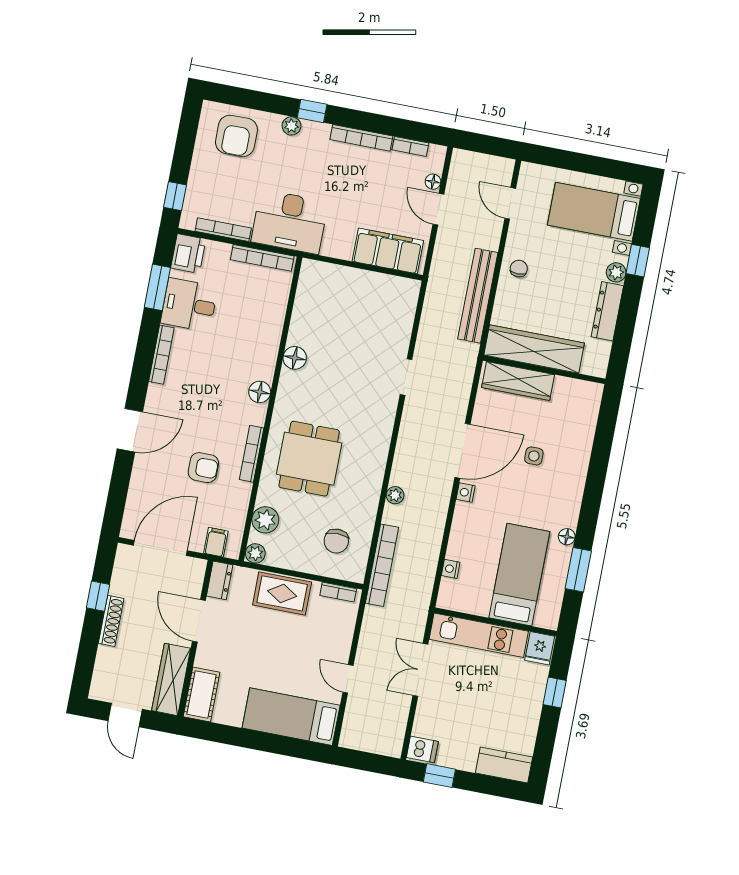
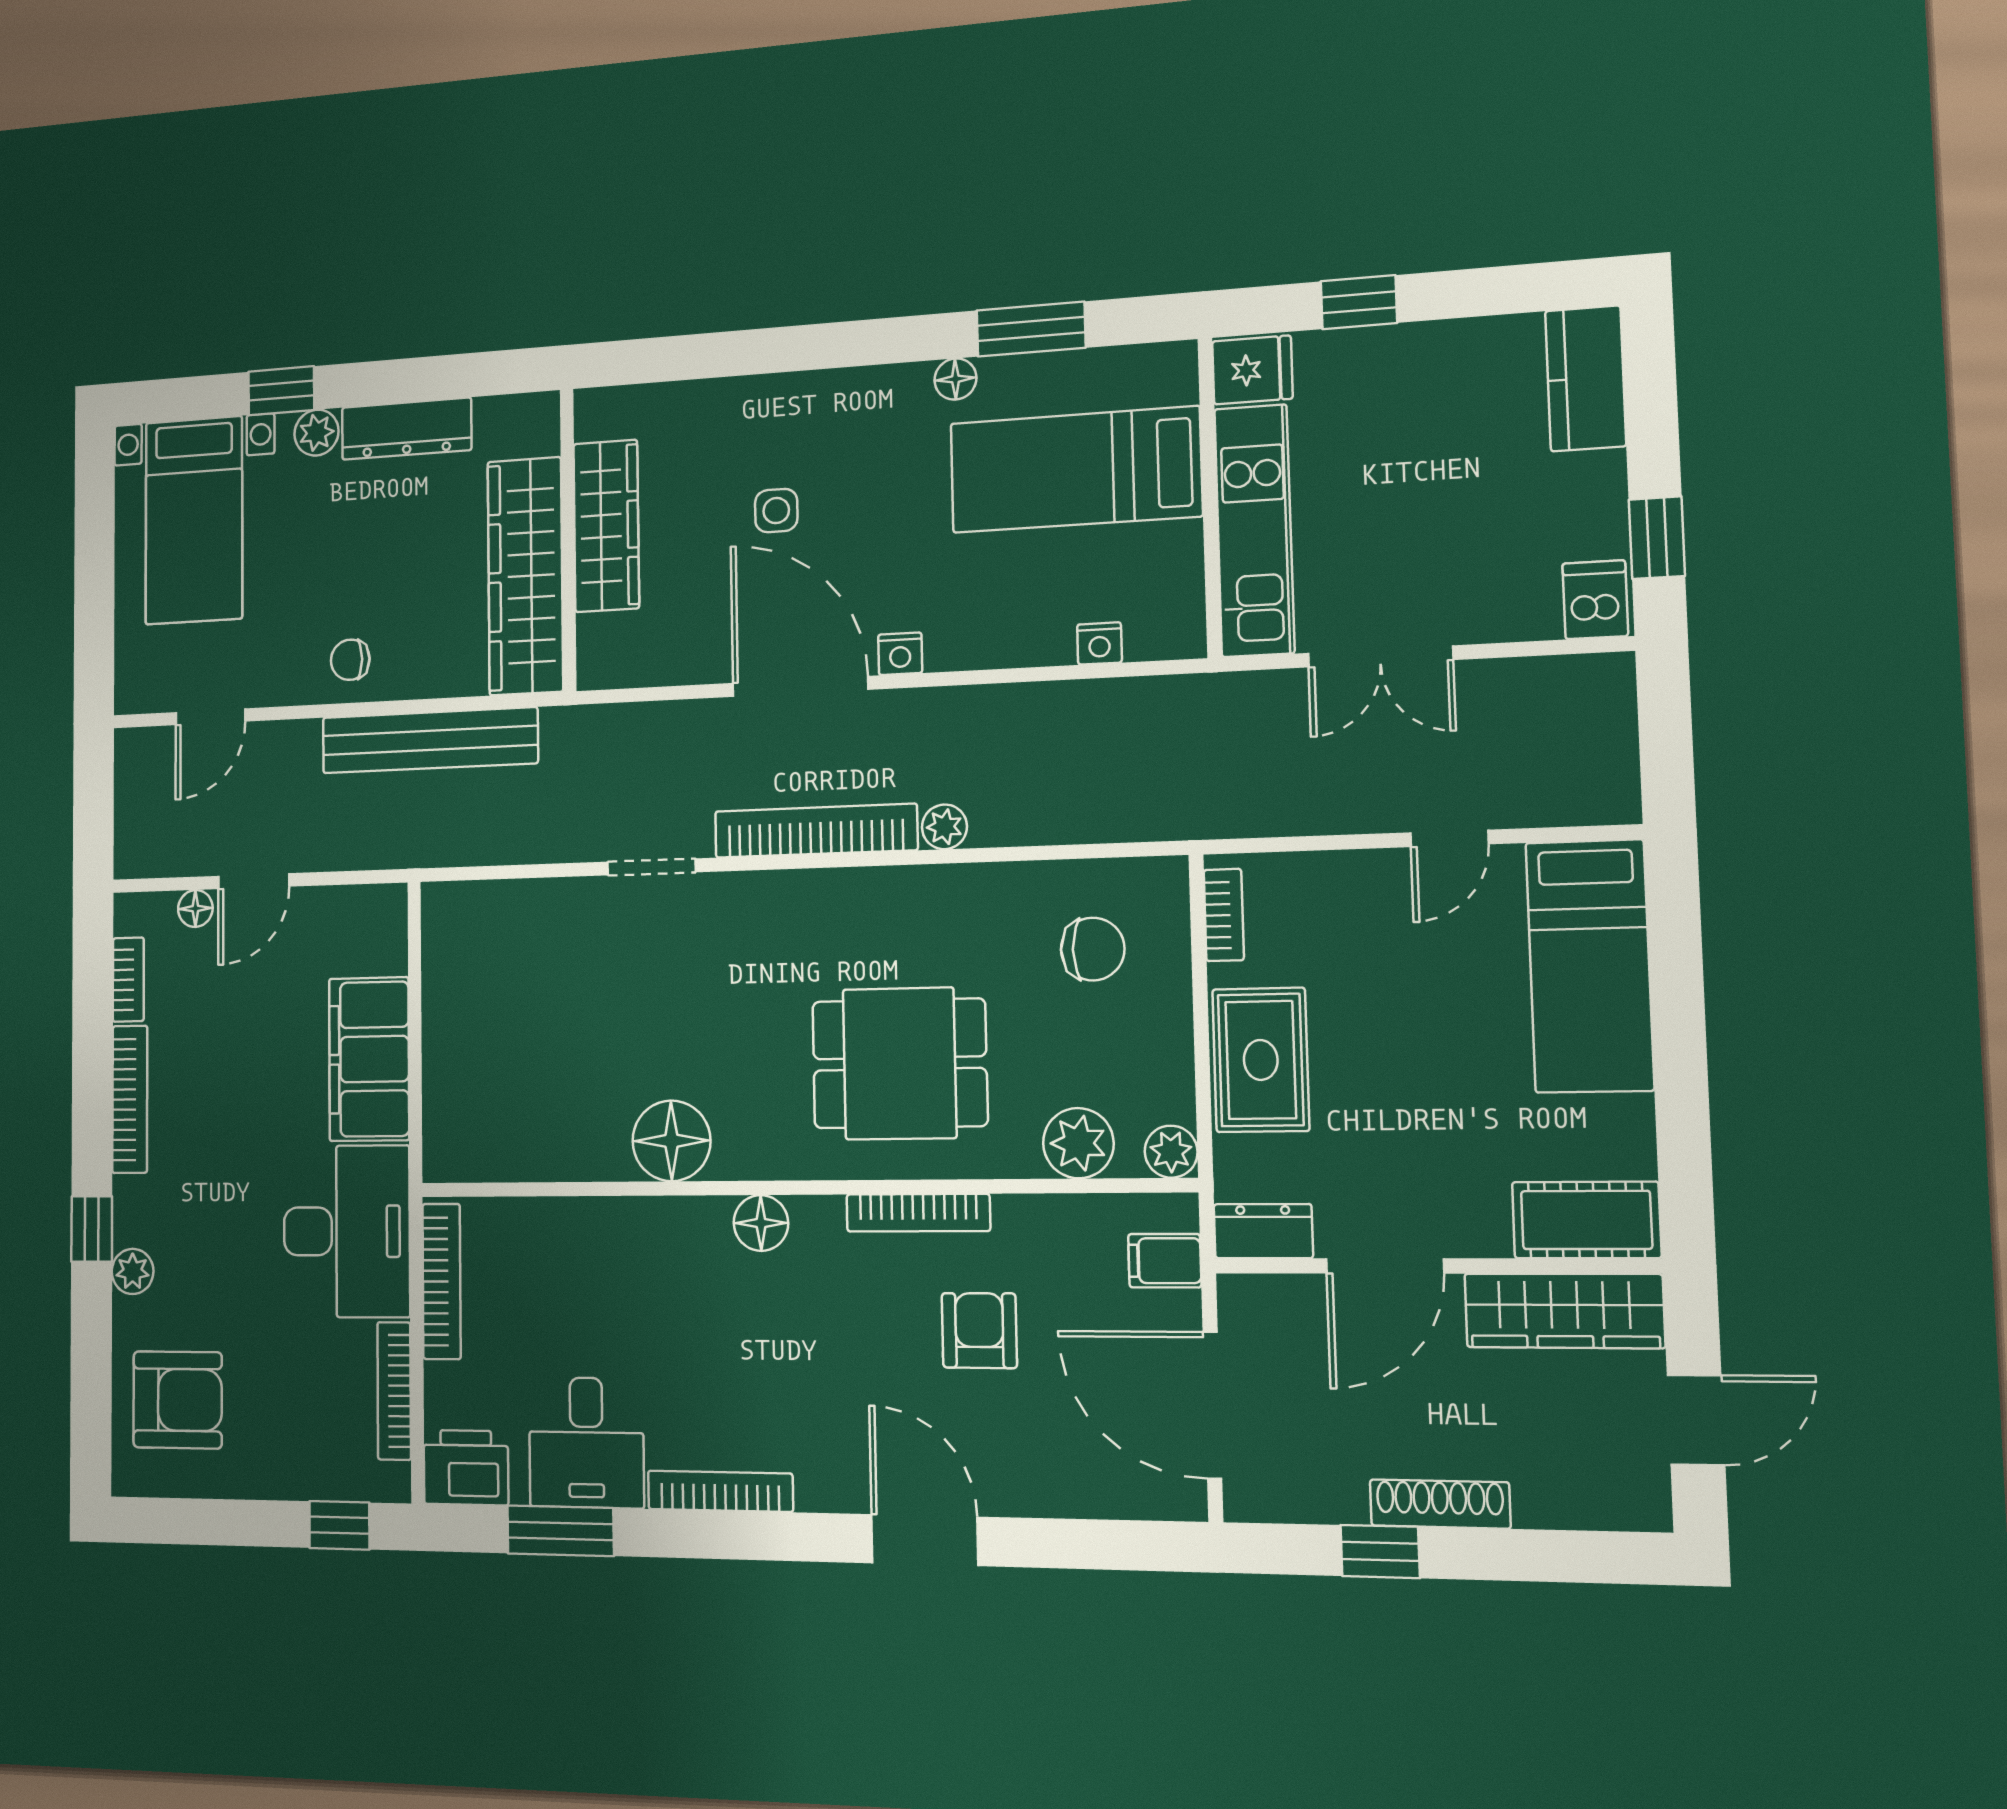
filing cabinet: (388, 251) -> (369, 1059), moved
floor lamp: (295, 358) -> (671, 1141), width x1.38, depth x1.38
wardrobe: (518, 381) -> (606, 526), moved
bookcase: (382, 565) -> (816, 831), moved

